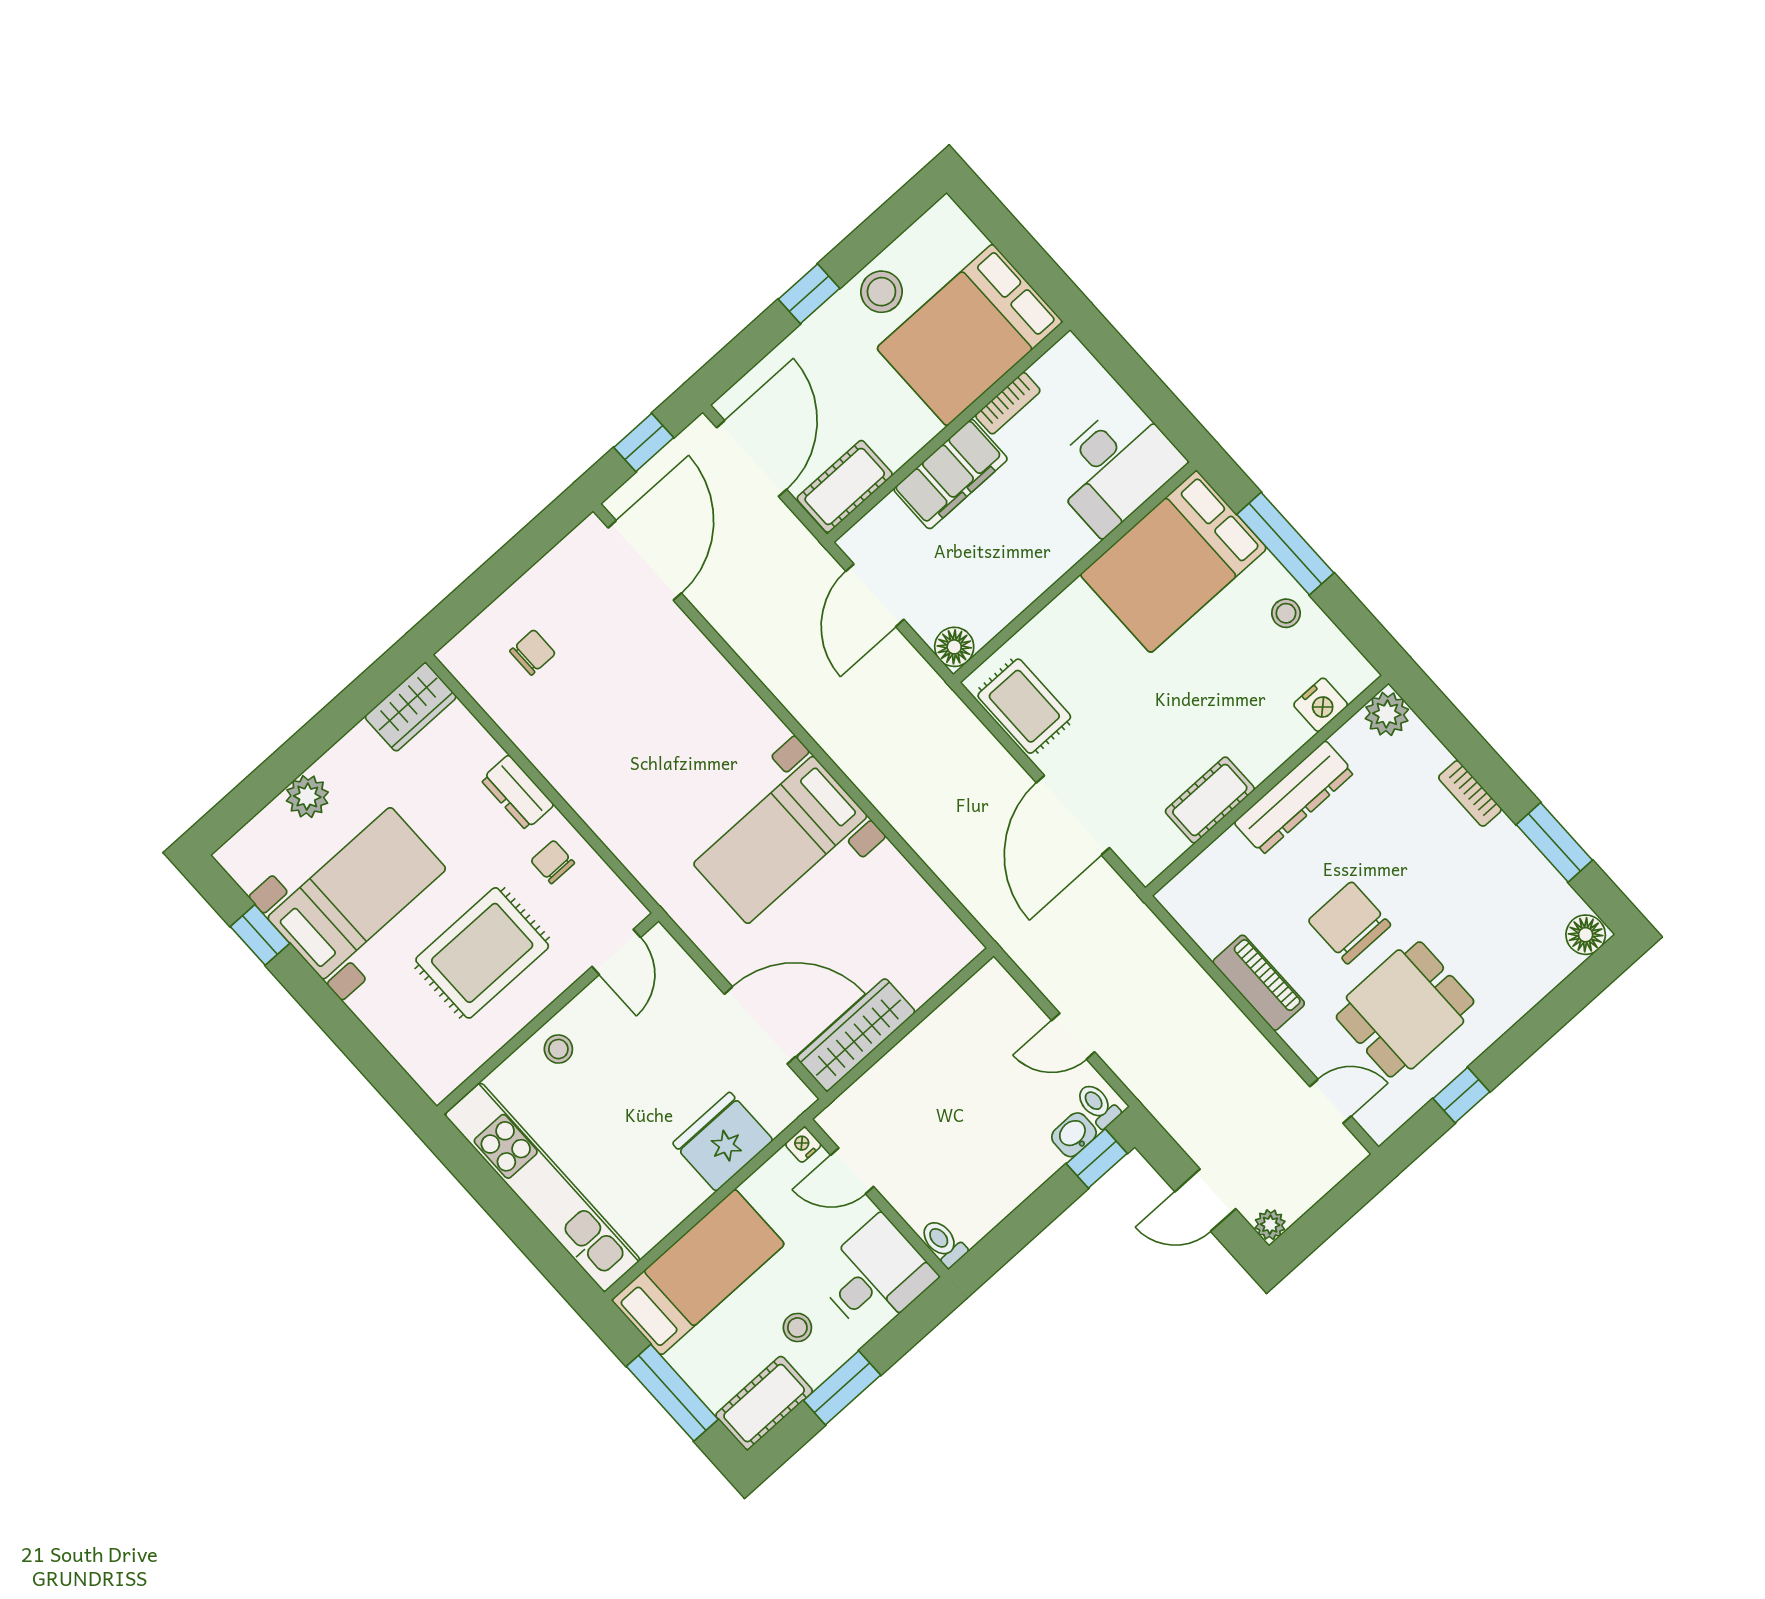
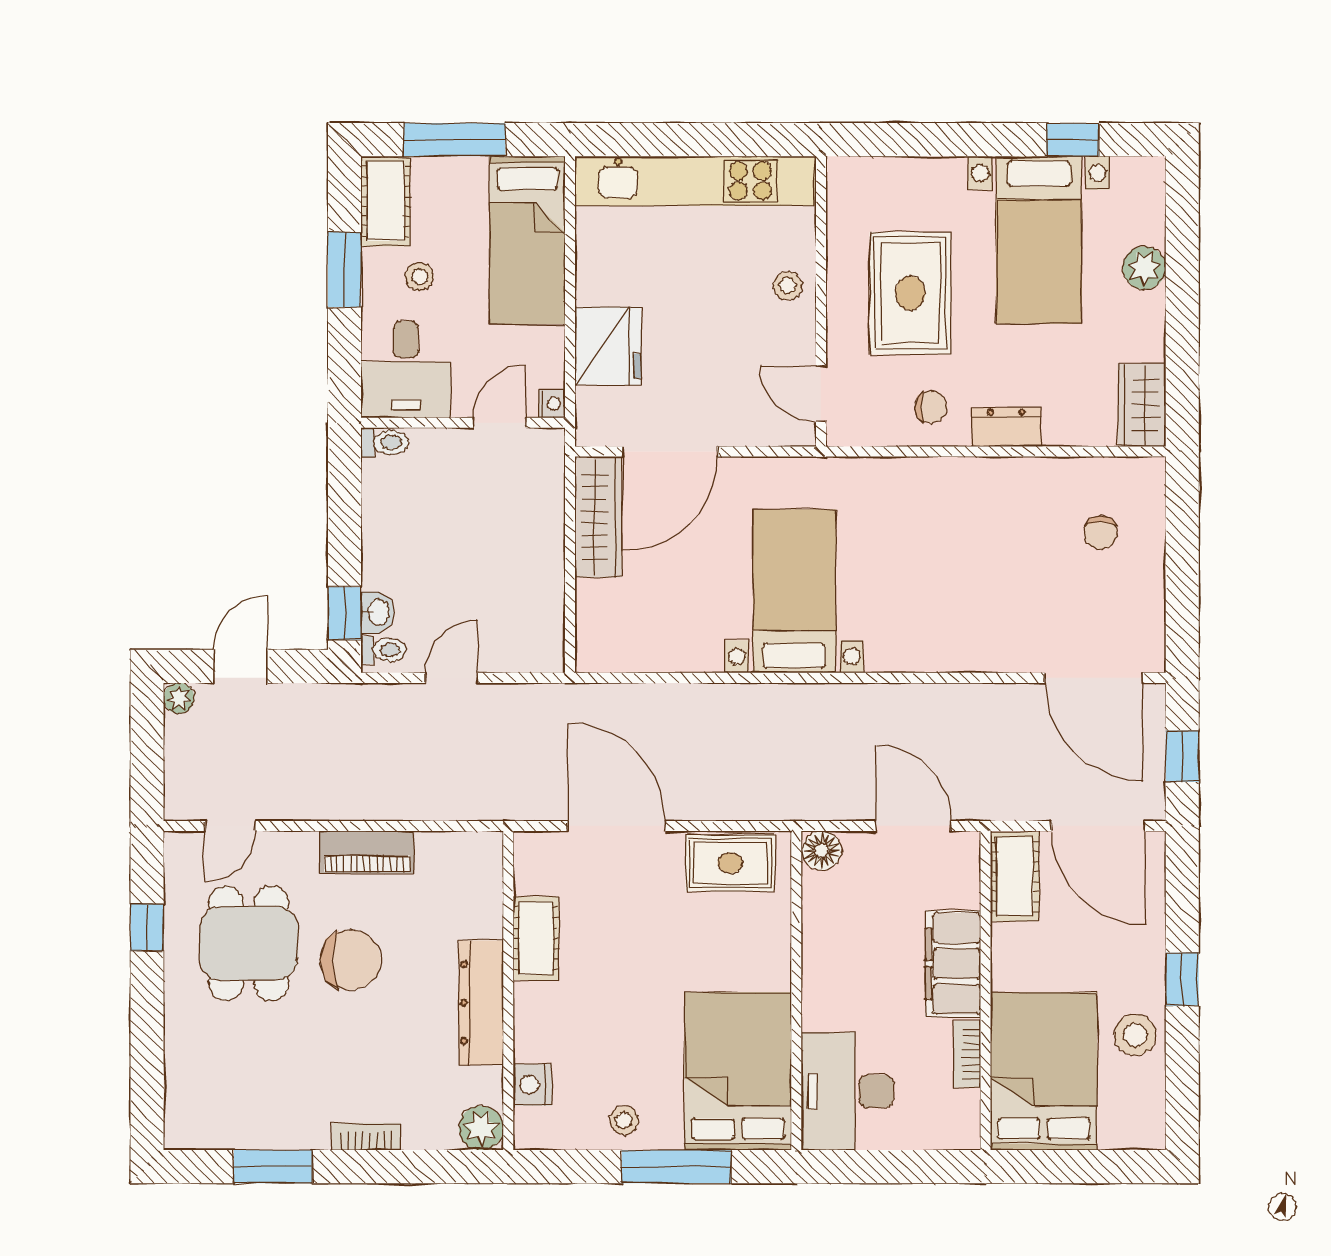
floor lamp: (1586, 935) -> (183, 1128), removed

